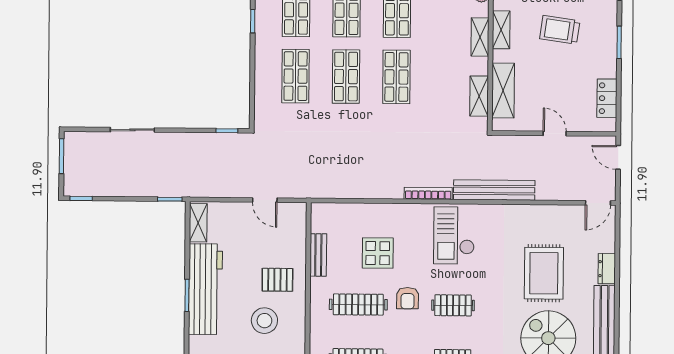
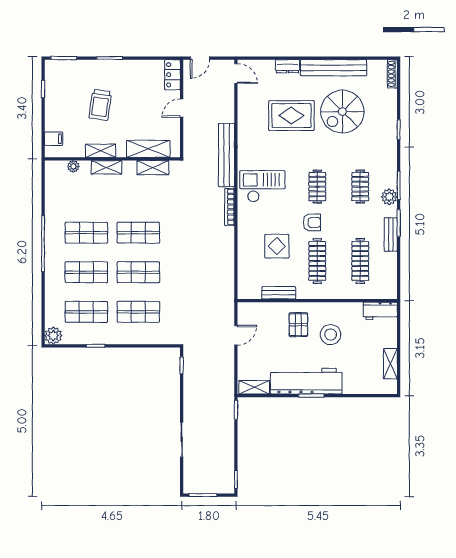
locker: (607, 98) -> (172, 75), moved, turned 90
checkout: (454, 235) -> (262, 186), turned 180

